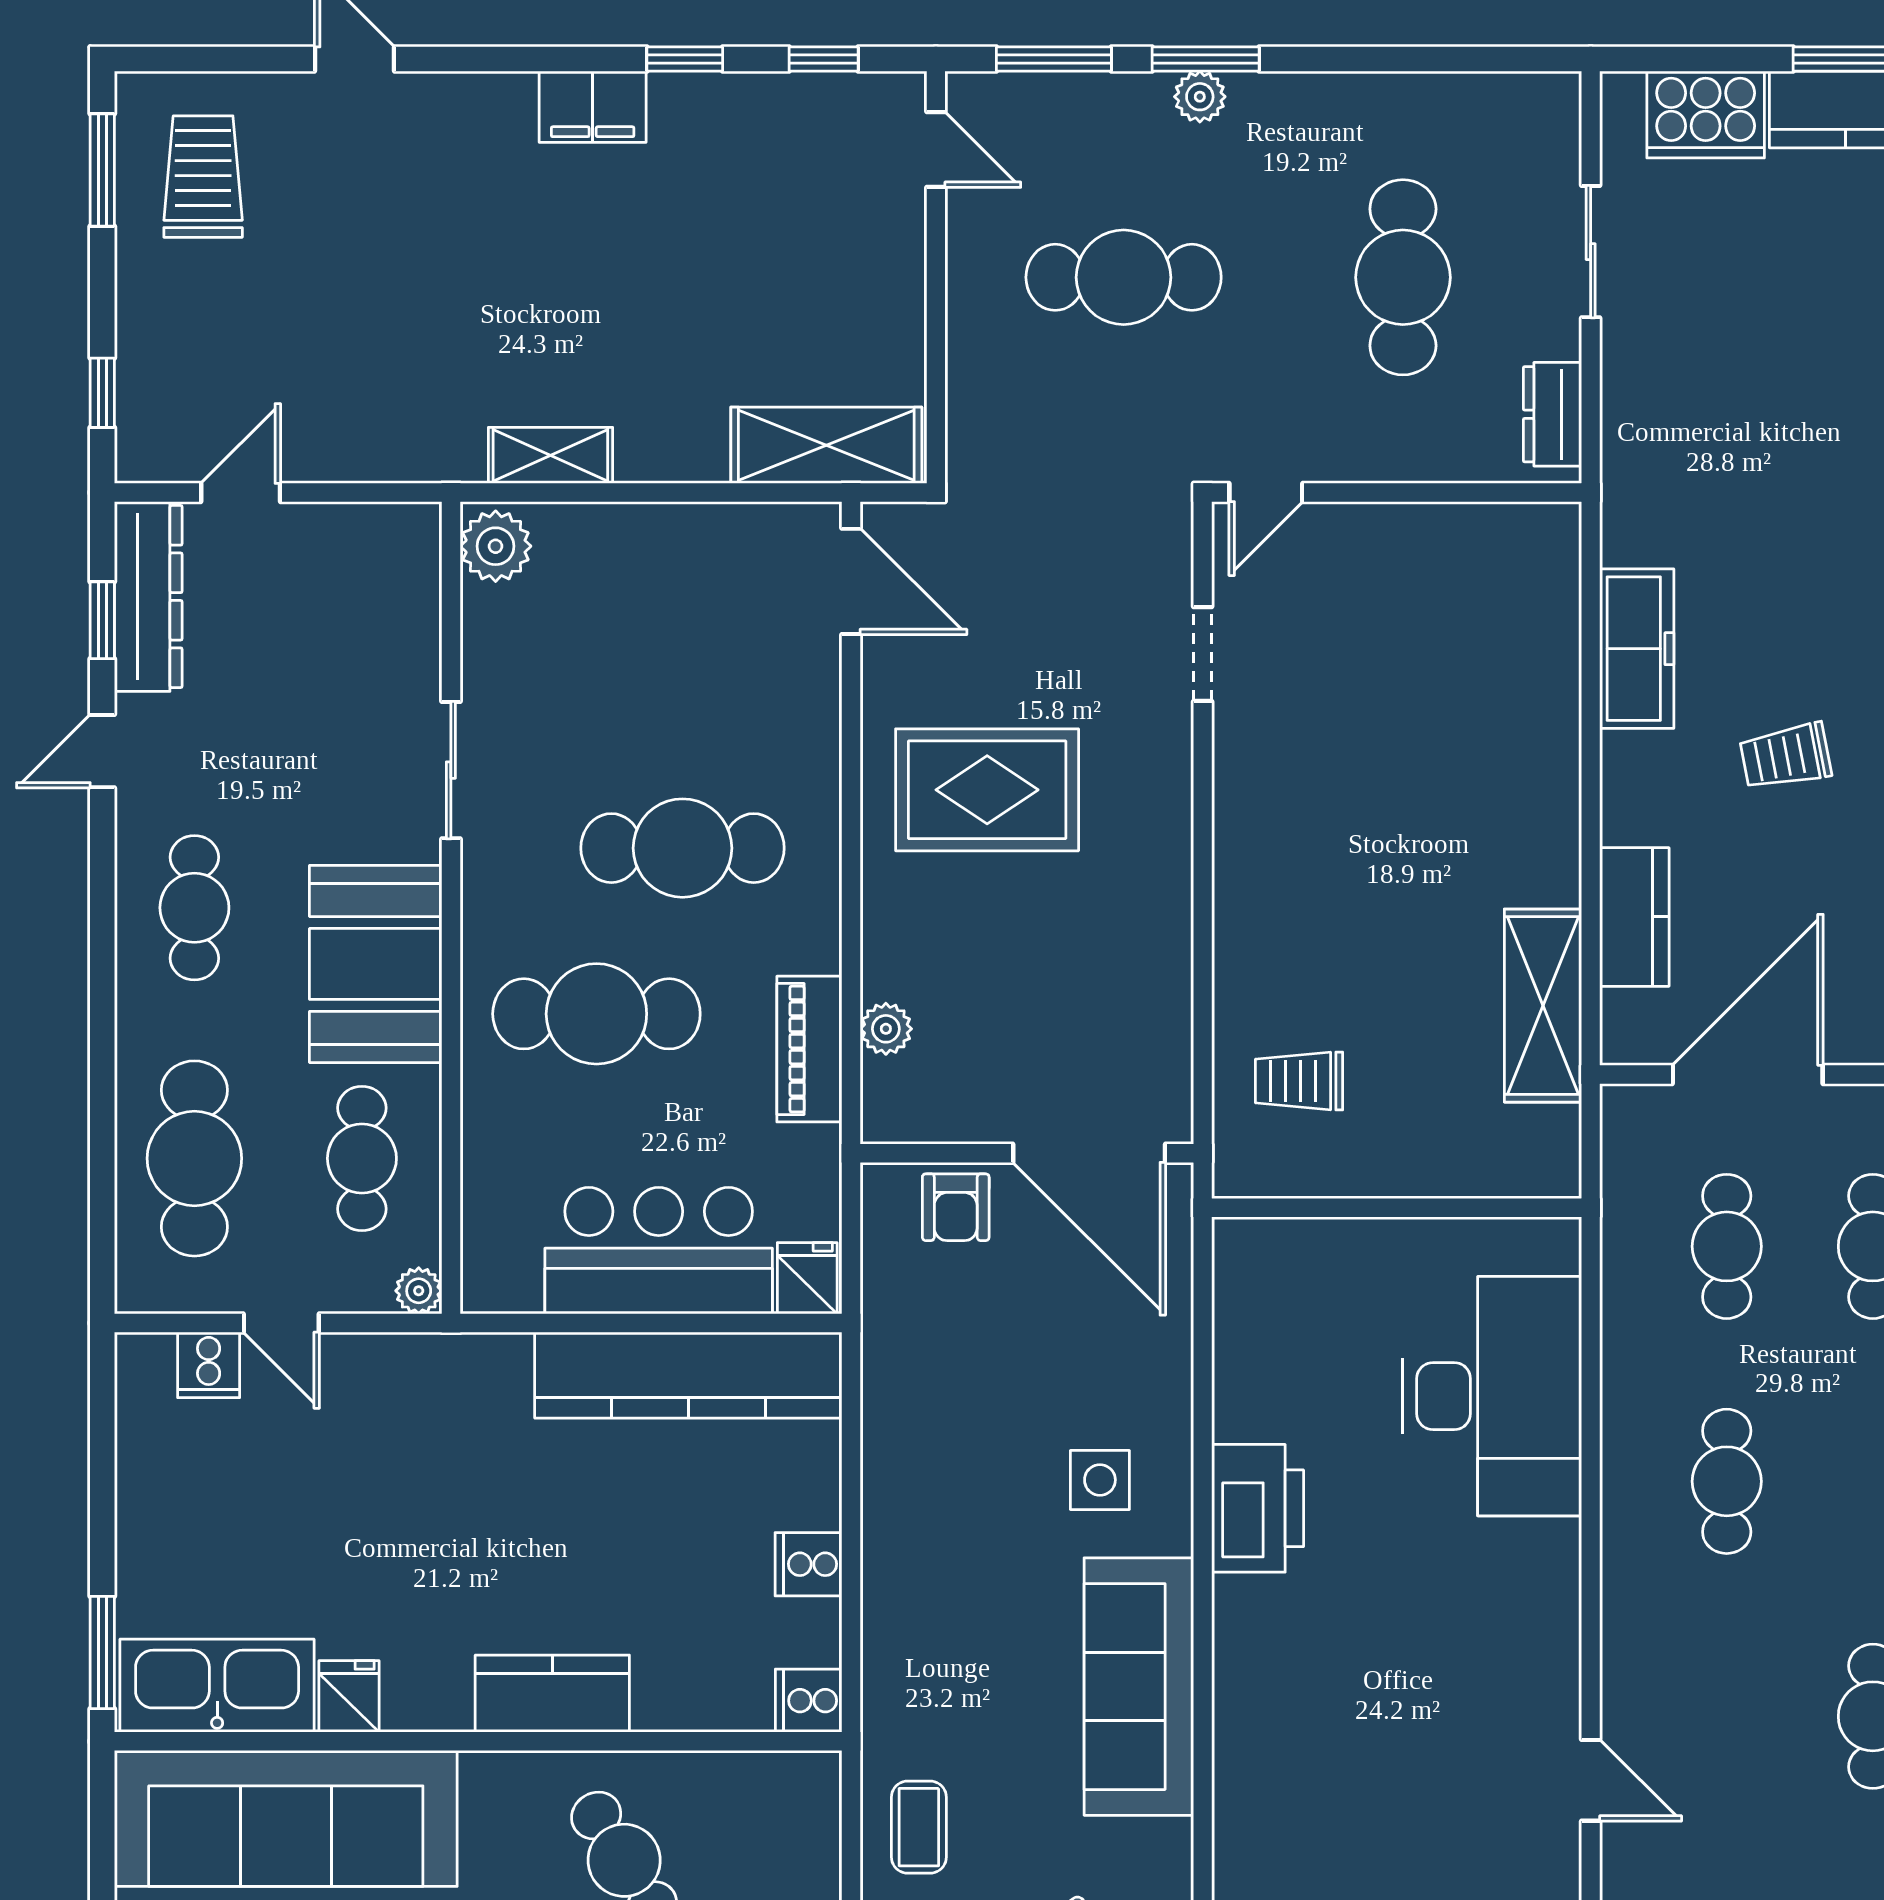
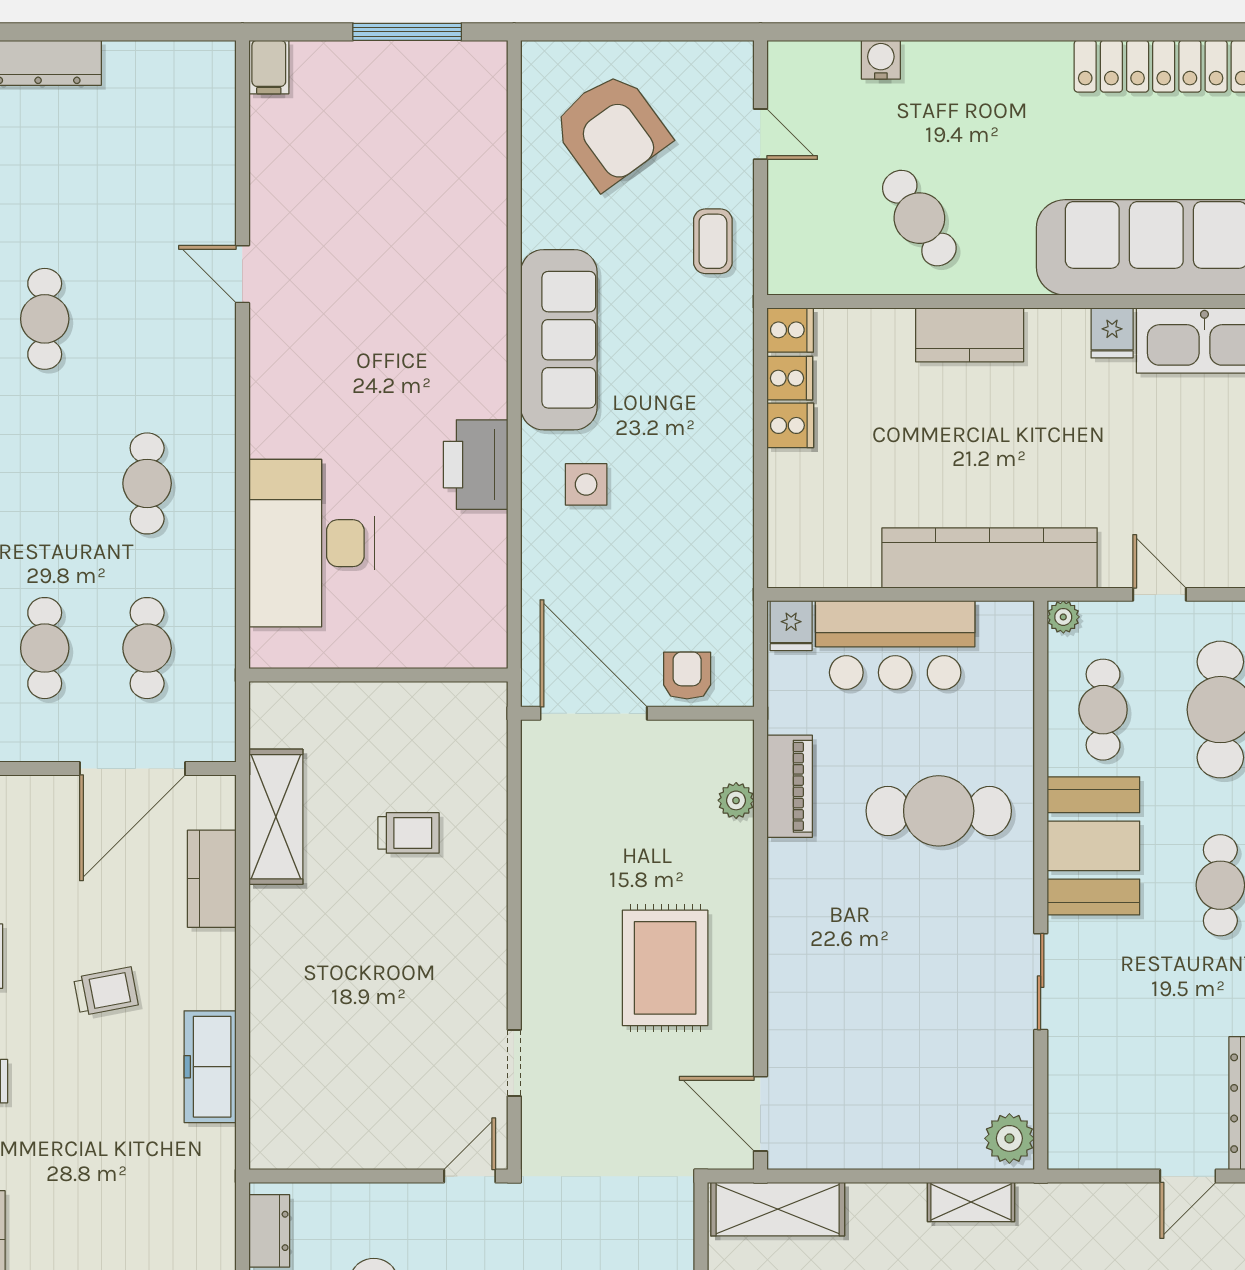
rug: (987, 790) -> (665, 968), turned 90
cafe table: (682, 848) -> (878, 927), removed
trolley: (1299, 1081) -> (408, 833), moved
cooker: (209, 1365) -> (790, 378), moved, turned 90
kitchen counter: (688, 1375) -> (990, 558), moved

